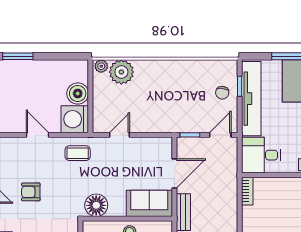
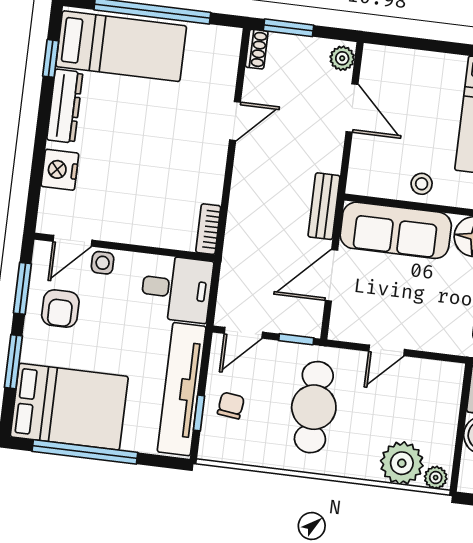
cafe table: (175, 98) -> (314, 407), added
door: (119, 135) -> (387, 350), moved
sofa: (149, 203) -> (396, 230), width x1.36

